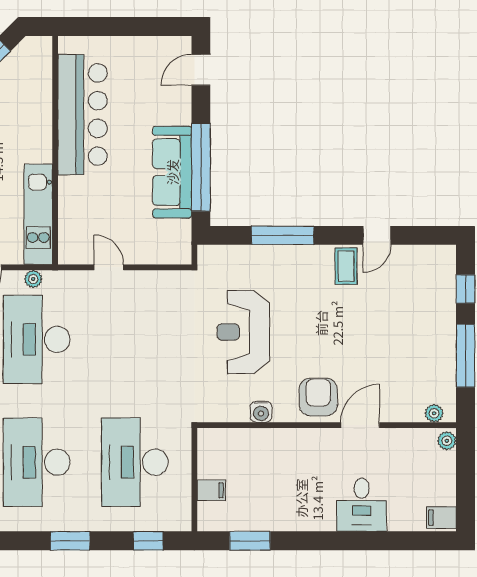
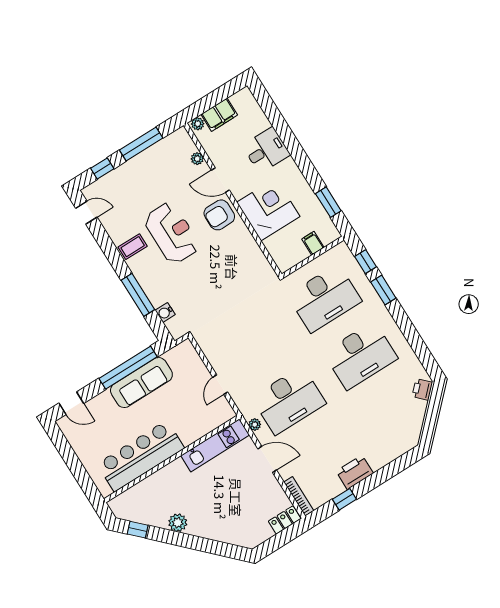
door: (377, 235) -> (86, 213), moved
reception desk: (243, 332) -> (172, 233), moved, turned -90
water cooler: (261, 412) -> (165, 312), moved, turned 180
plant: (434, 413) -> (197, 159), moved
corner desk: (287, 461) -> (268, 209), added
filing cabinet: (441, 518) -> (219, 115), moved, width x2.00
window: (70, 541) -> (383, 290), moved

